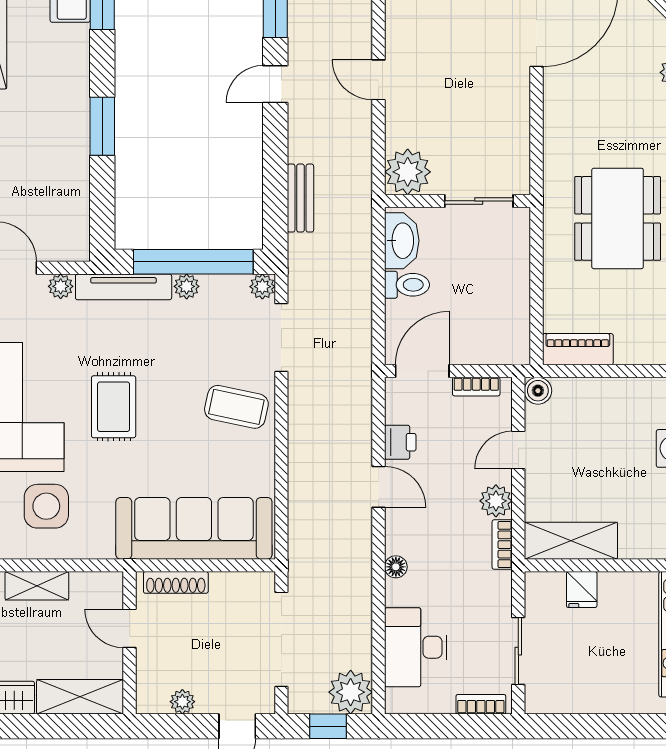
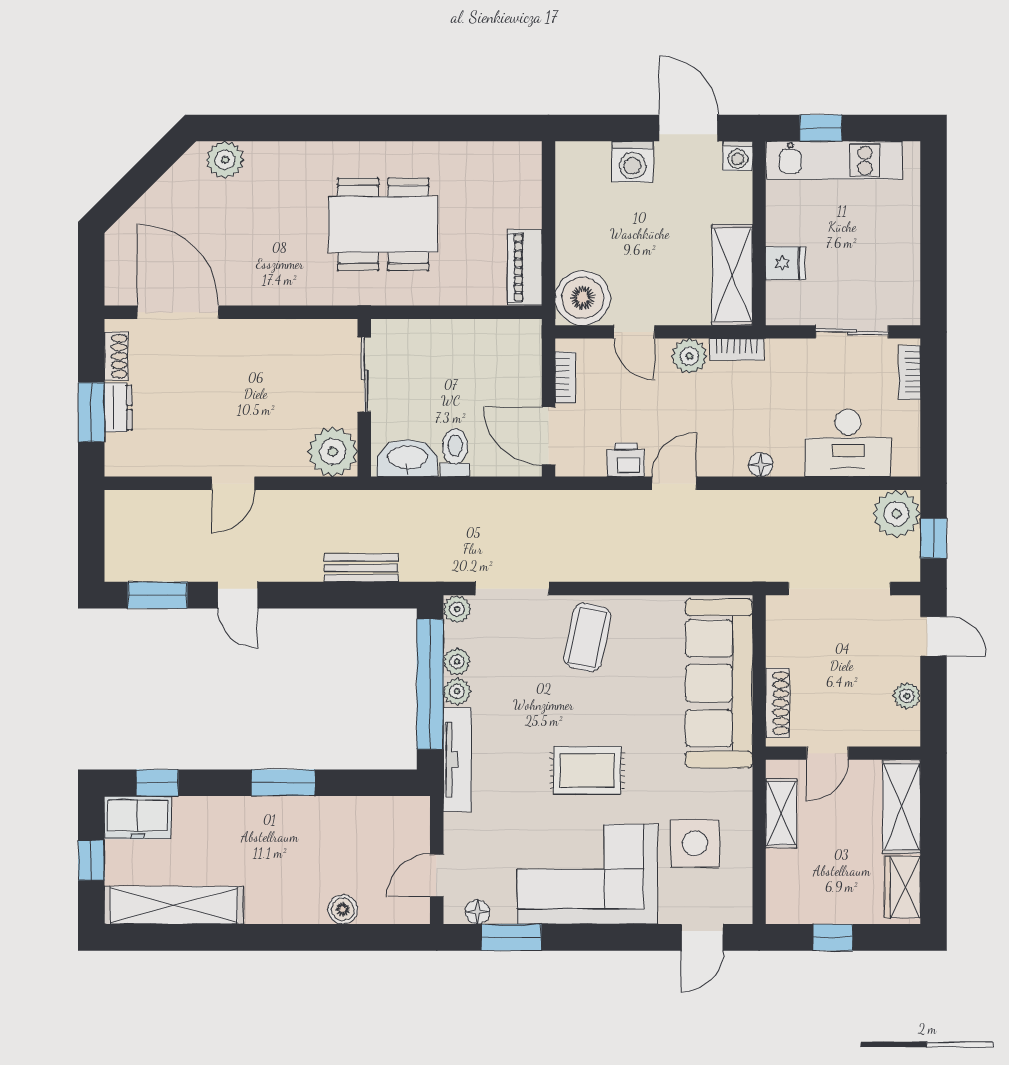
plant: (61, 286) -> (457, 661), moved
boiler: (538, 391) -> (583, 298), width x1.86, depth x1.86
shelving: (37, 586) -> (781, 813), moved

